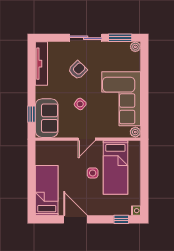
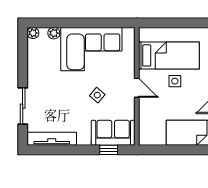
sliding door: (86, 38) -> (23, 106), moved
window: (120, 38) -> (23, 50), removed
armchair: (78, 70) -> (59, 98), removed
plant: (135, 132) -> (54, 33), moved

